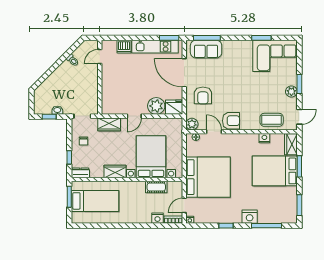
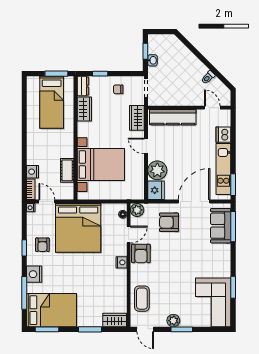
kitchen counter: (108, 92) -> (173, 117), added
nightstand: (264, 138) -> (121, 262), moved
bed: (275, 171) -> (52, 310), moved, turned 90
wardrobe: (115, 172) -> (84, 109), moved
armchair: (223, 209) -> (42, 245), added

